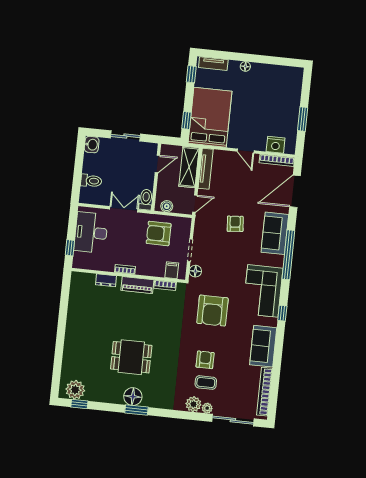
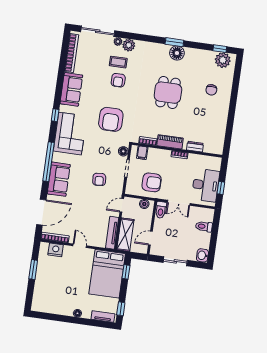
armchair: (235, 224) -> (99, 179), moved
window: (70, 248) -> (221, 188), moved
armchair: (212, 311) -> (111, 119), turned 180
chair: (88, 352) -> (211, 90), added
dining table: (131, 357) -> (168, 93), moved, turned 90

